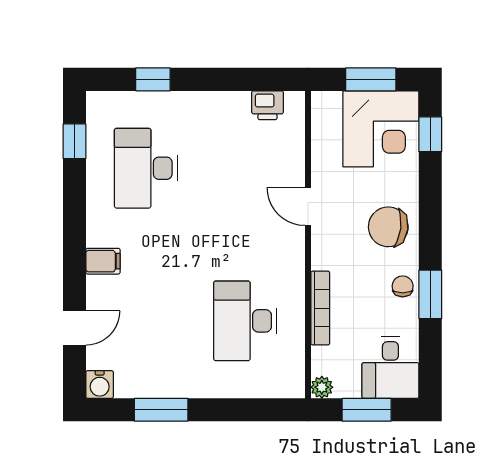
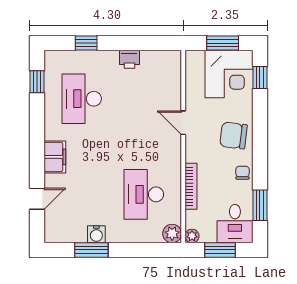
printer: (267, 105) -> (129, 59), moved
filing cabinet: (103, 261) -> (55, 157), width x2.00
window: (430, 294) -> (260, 205), moved
plant: (290, 383) -> (172, 234), added
water cooler: (100, 384) -> (96, 234), moved

